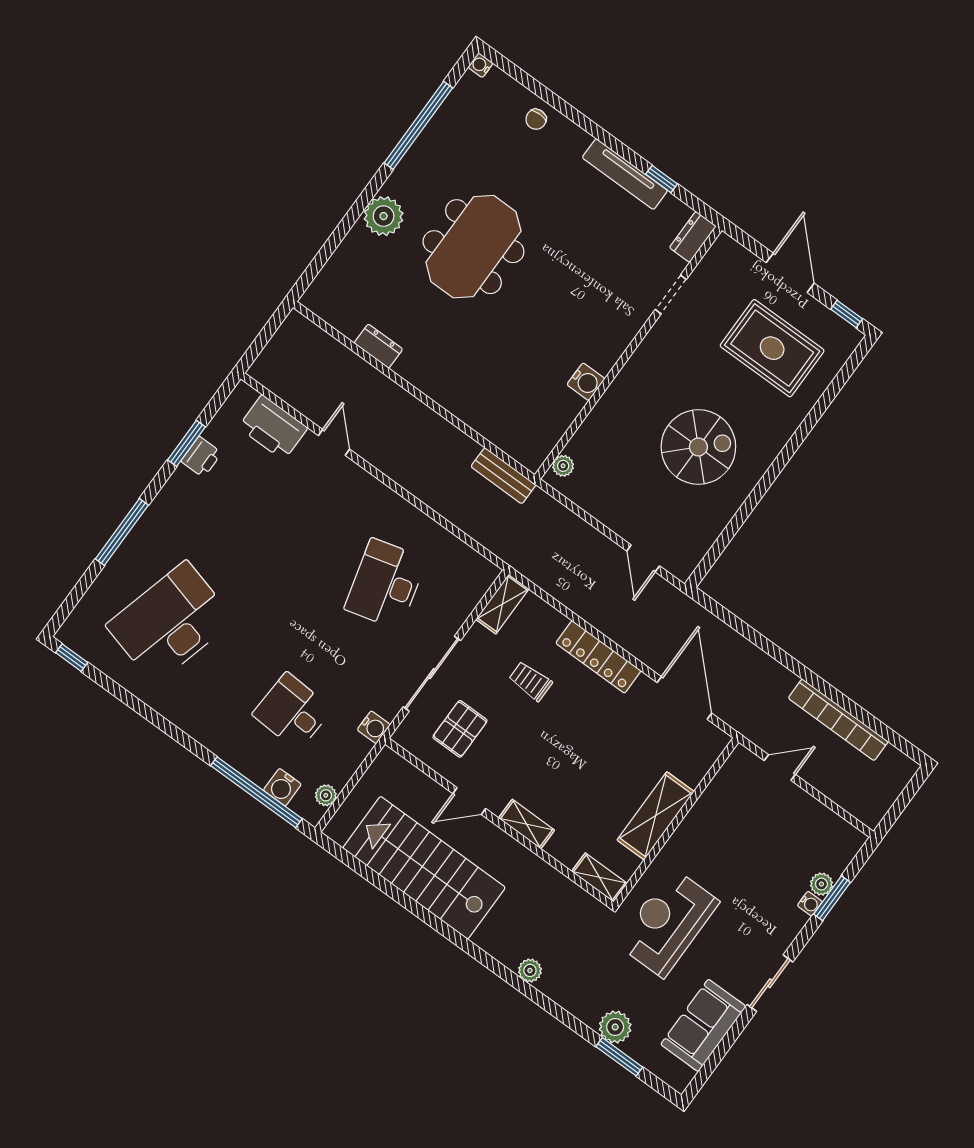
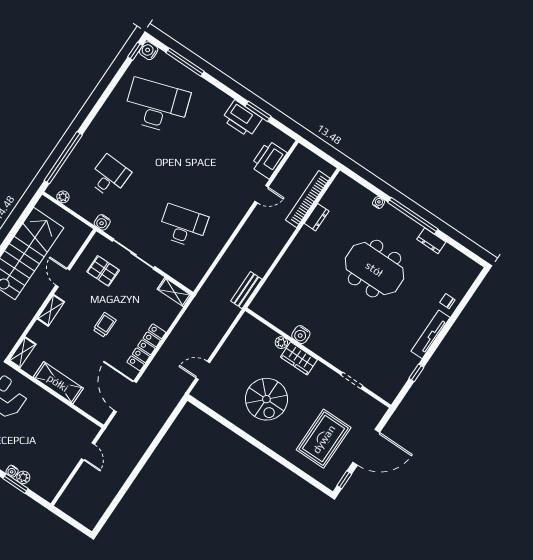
water cooler: (480, 65) -> (378, 203), moved
window: (418, 125) -> (413, 216), moved
tv unit: (625, 174) -> (430, 334), moved
plant: (384, 216) -> (390, 217), removed
dresser: (693, 237) -> (431, 241), moved, turned 180
door: (790, 273) -> (366, 447), width x1.36
wardrobe: (628, 387) -> (299, 358), added
printer: (201, 457) -> (242, 119), width x1.87, depth x1.48
plant: (563, 466) -> (281, 343), moved
window: (122, 532) -> (185, 62), moved
desk: (170, 623) -> (157, 106), turned -33
trolley: (530, 681) -> (105, 325), moved
door: (684, 698) -> (125, 396), swing flipped
bookcase: (838, 720) -> (308, 199), moved
water cooler: (282, 787) -> (149, 51), moved

